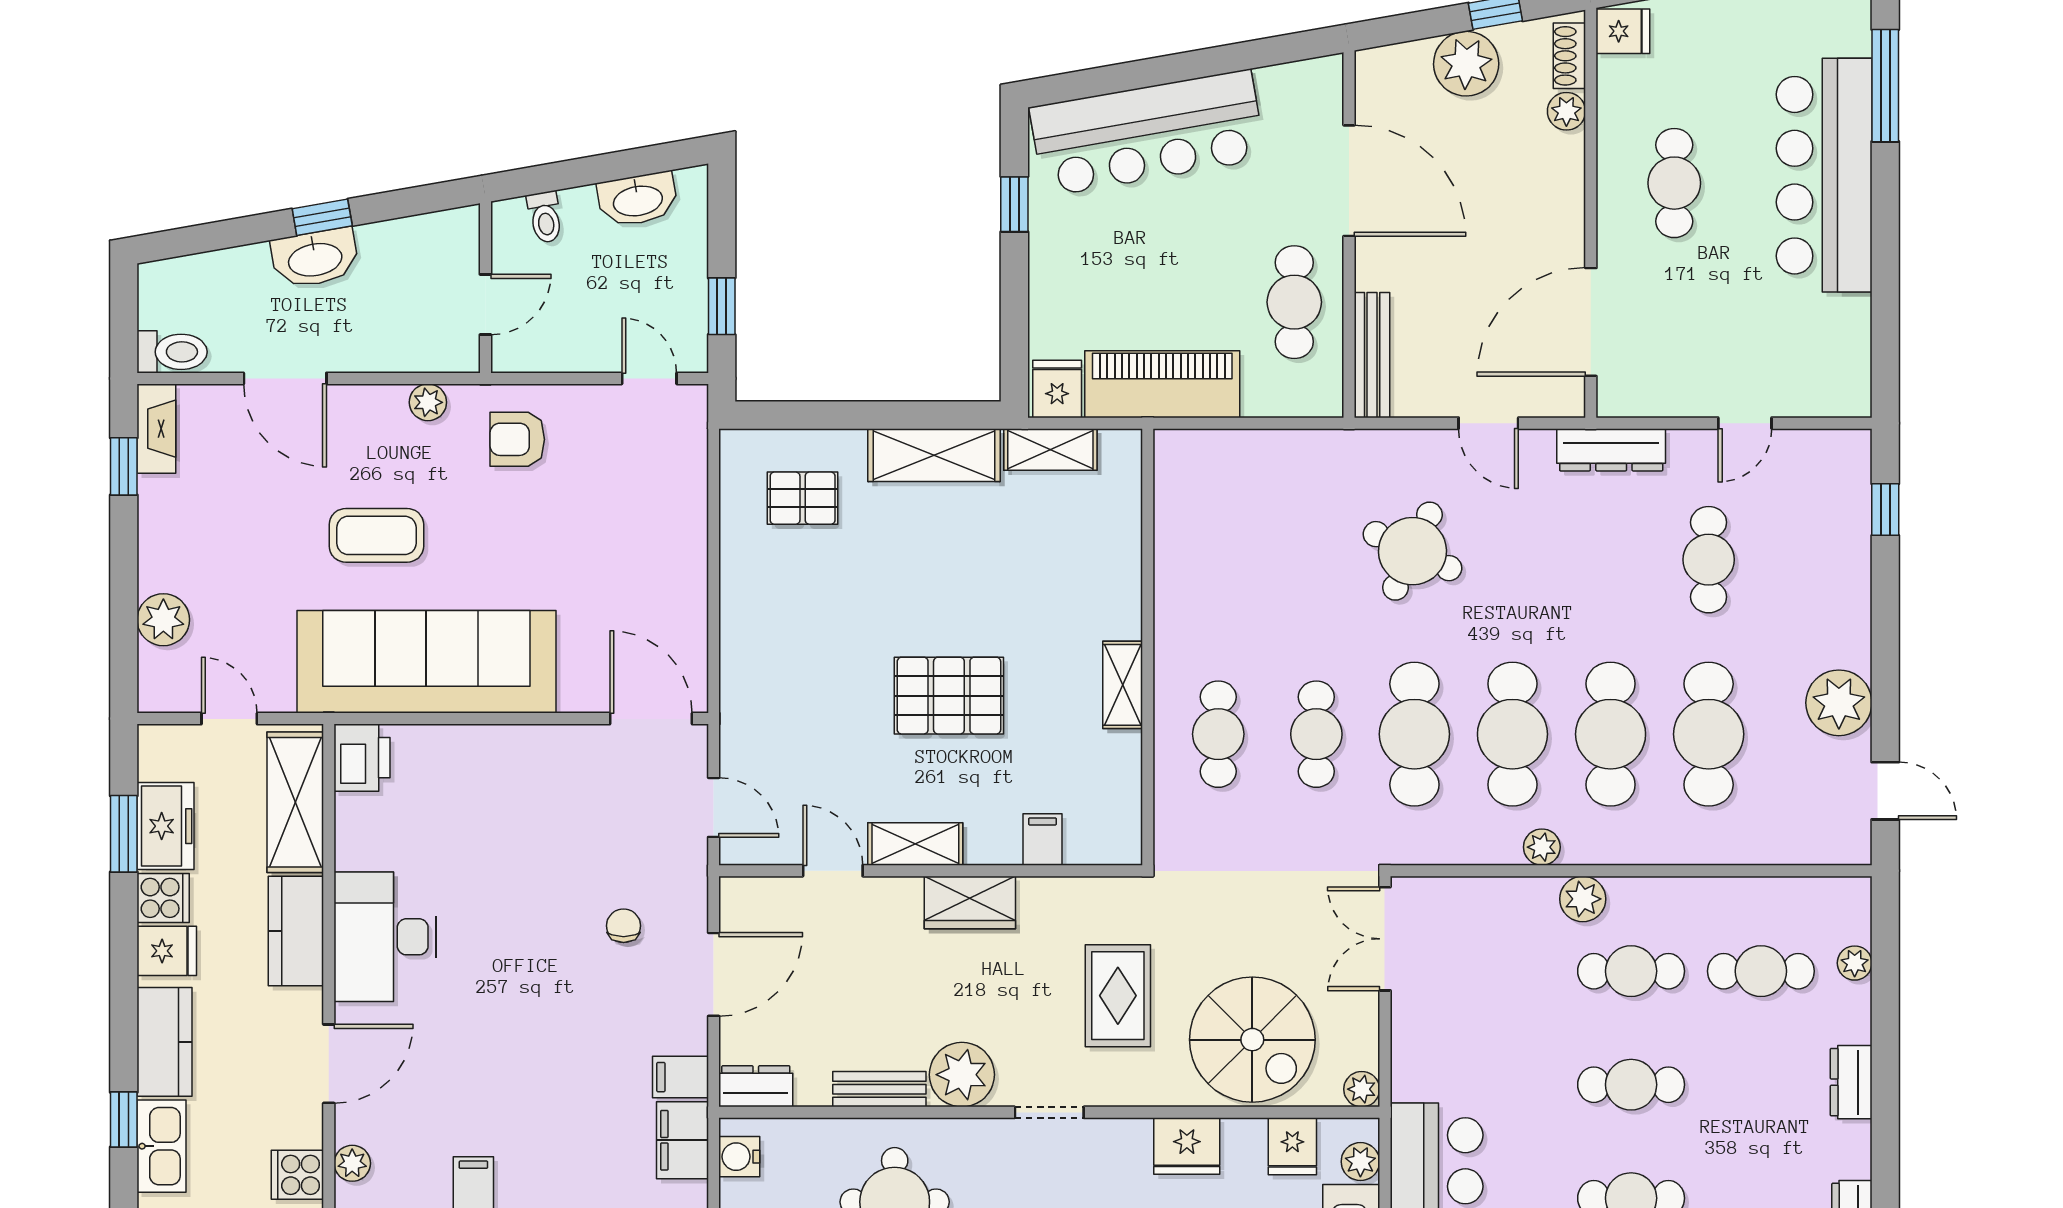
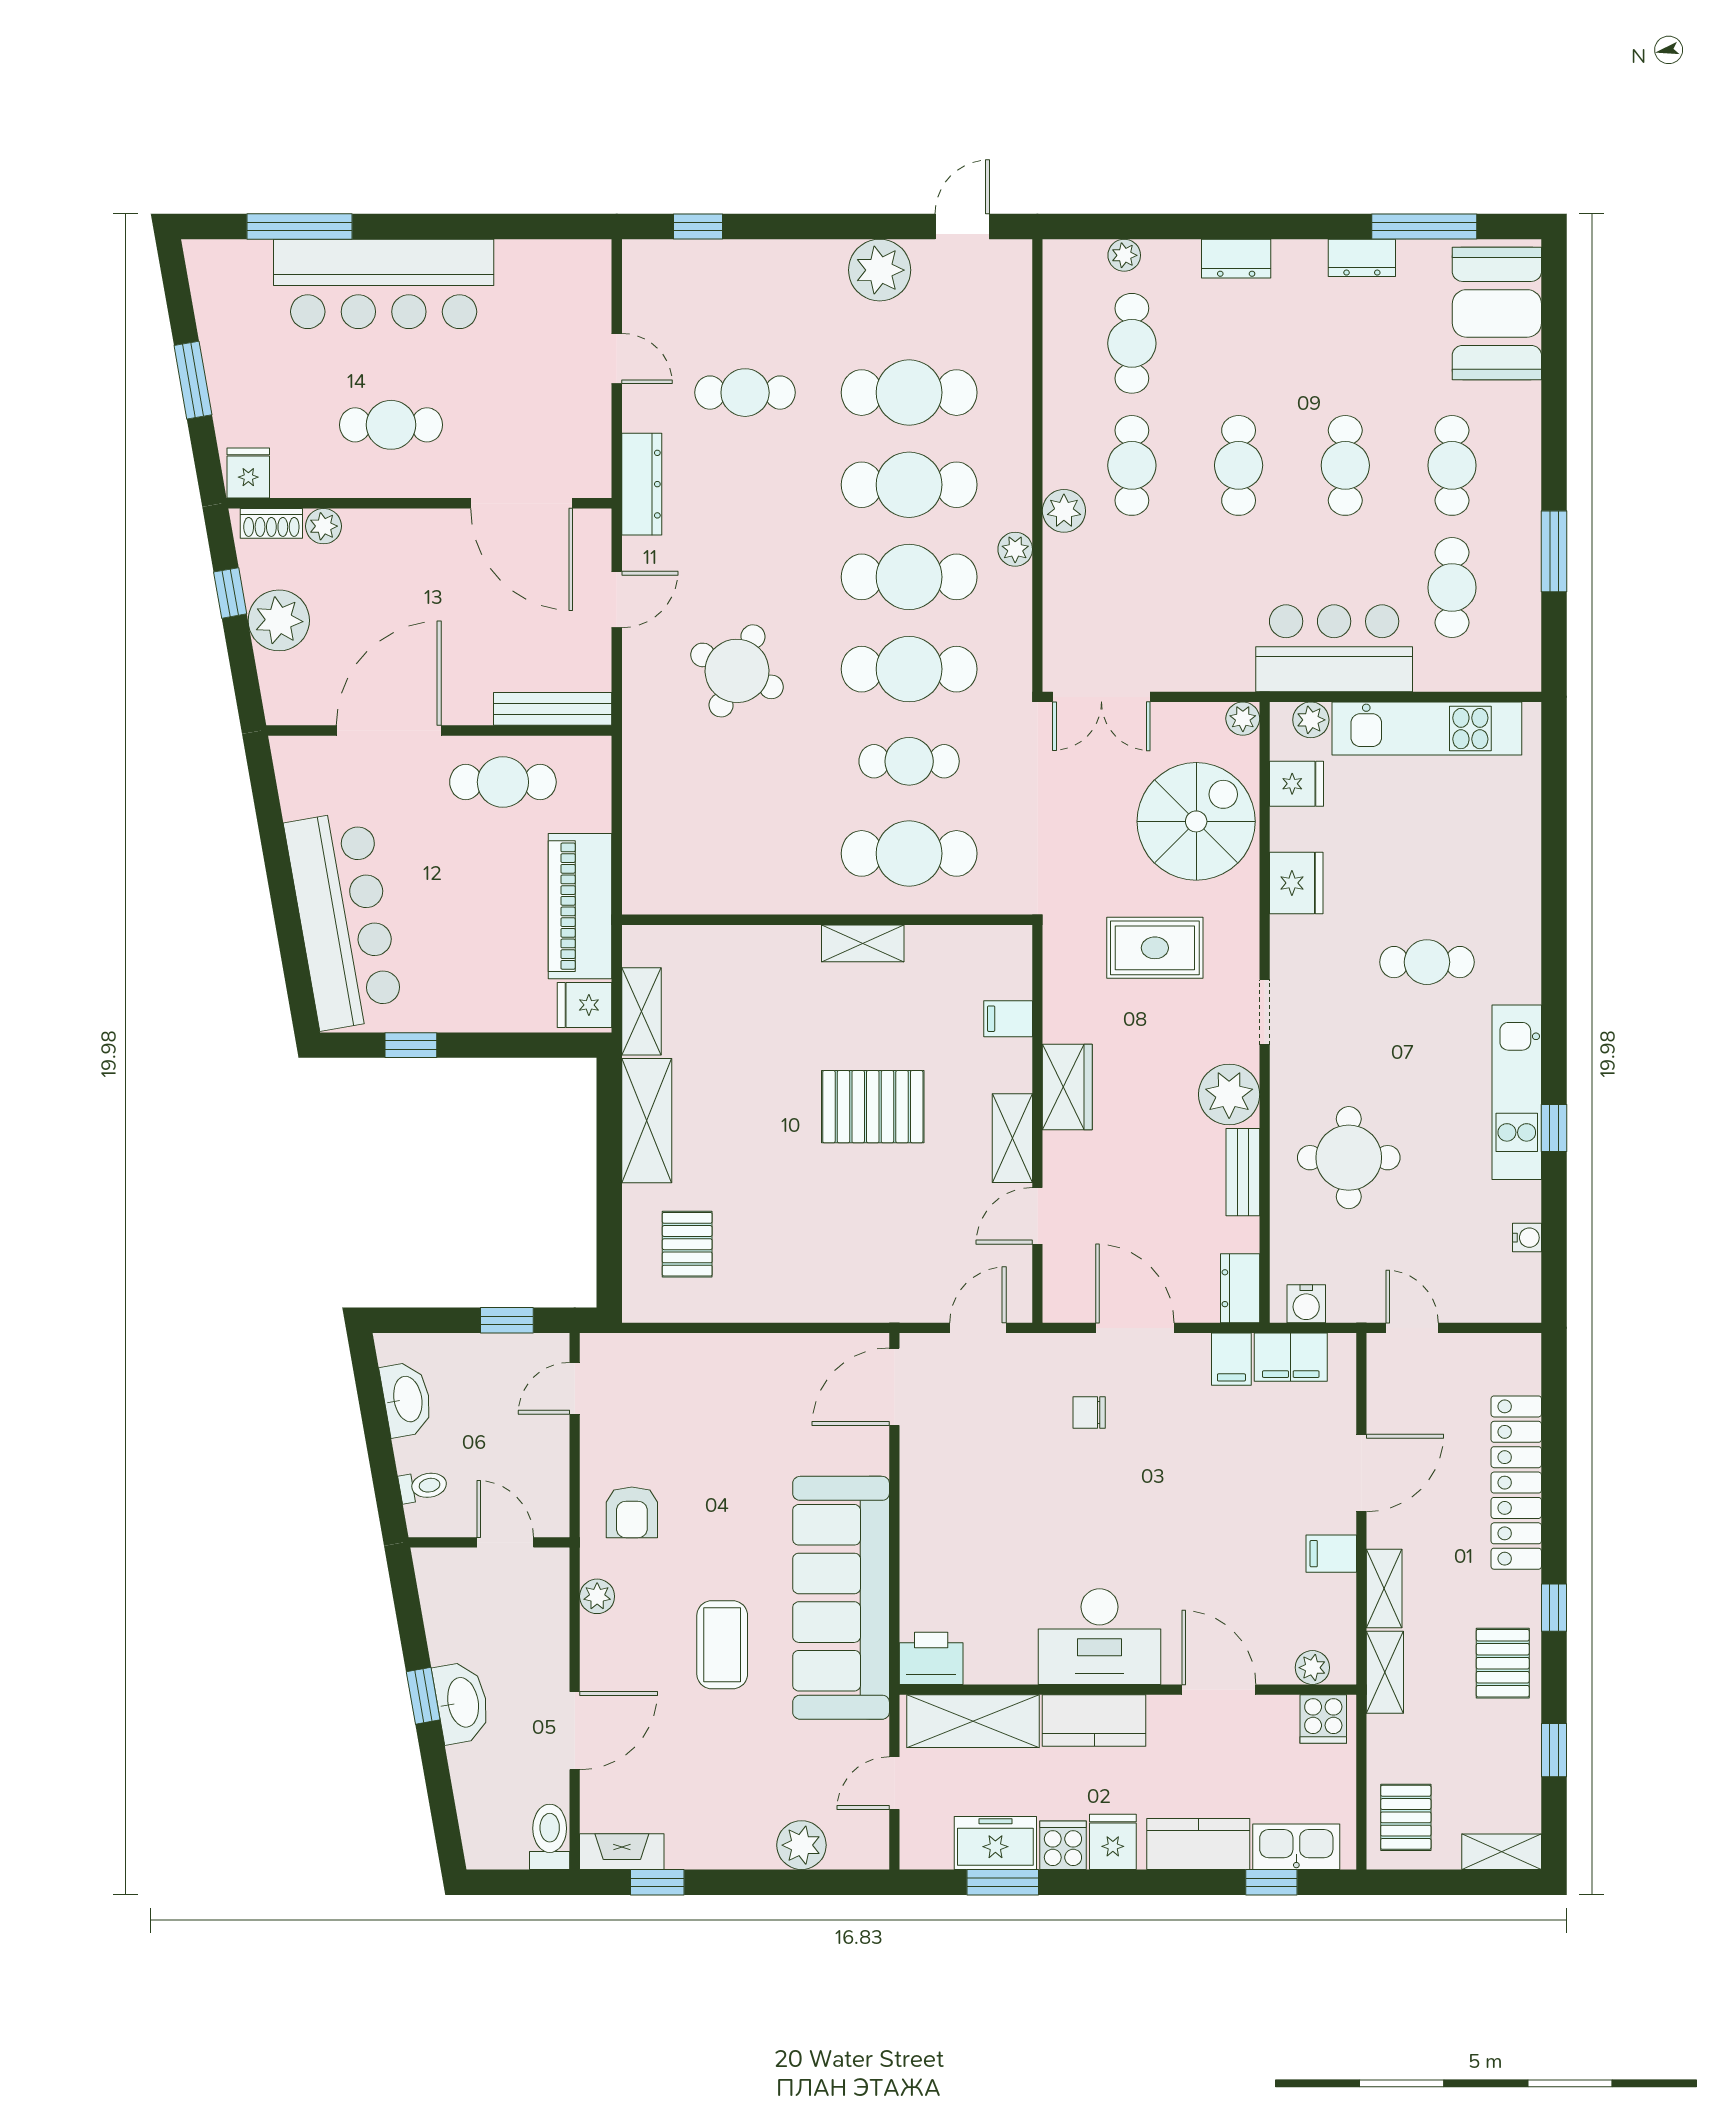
pallet: (949, 696) -> (873, 1107), turned 90
cafe table: (1218, 734) -> (909, 853), width x1.37, depth x1.35

